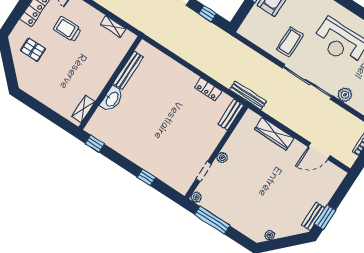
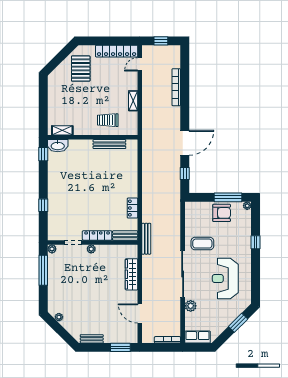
shelving: (113, 27) -> (133, 101), moved
trolley: (67, 29) -> (108, 120), moved, turned -90
pallet: (33, 50) -> (81, 69), width x1.50, depth x1.42
washbasin: (112, 99) -> (58, 146), moved
locker: (212, 143) -> (97, 235), added
window: (325, 217) -> (120, 347), moved

